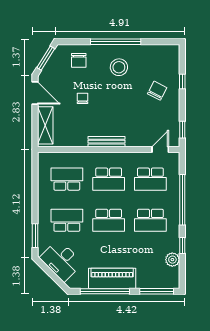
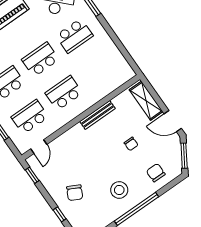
bench: (106, 142) -> (97, 115), moved
school desk: (67, 179) -> (98, 69), removed

